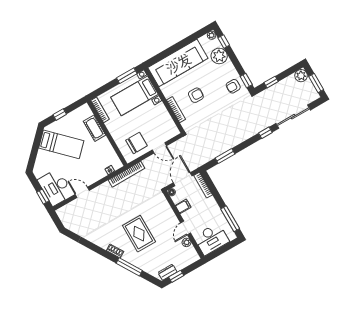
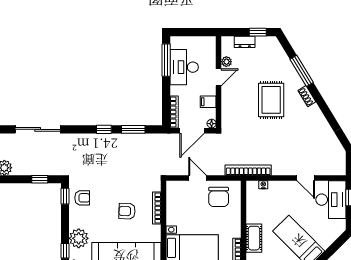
window: (265, 133) -> (104, 129), moved
chair: (137, 143) -> (219, 197), turned -90
desk: (211, 239) -> (184, 67), moved, turned -90
dresser: (168, 272) -> (245, 42), moved

